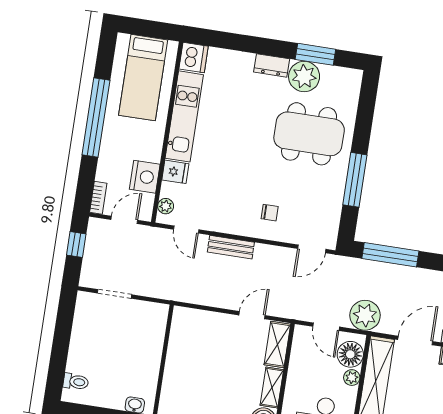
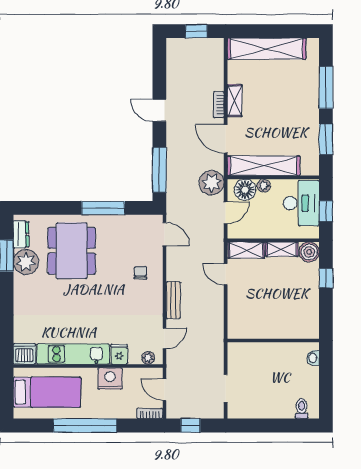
dresser: (272, 65) -> (21, 234), moved
nightstand: (145, 177) -> (110, 379), moved

